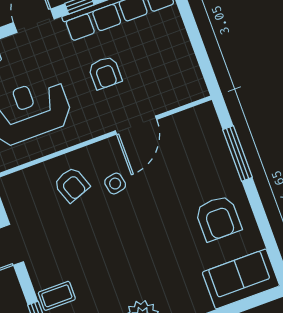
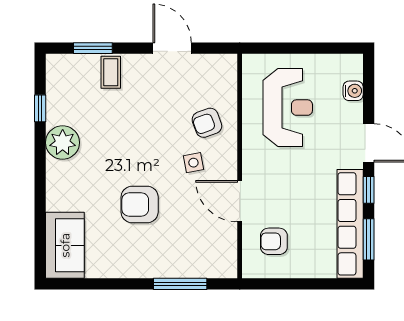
armchair: (105, 73) -> (274, 241), moved
armchair: (218, 218) -> (140, 204), moved

